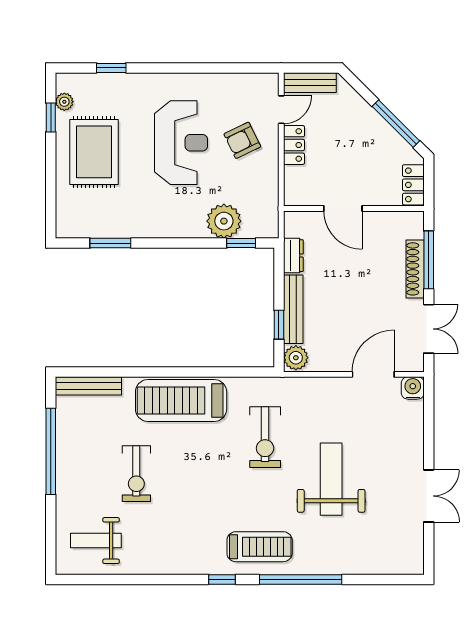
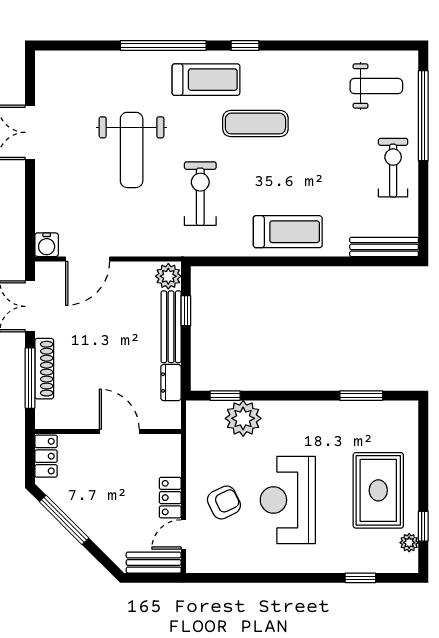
treadmill: (181, 400) -> (288, 232), width x0.73, depth x0.73
window: (51, 451) -> (423, 116), moved
exercise bike: (136, 474) -> (393, 168), moved
exercise mat: (212, 504) -> (255, 124), added
treadmill: (260, 547) -> (206, 80), turned 180

